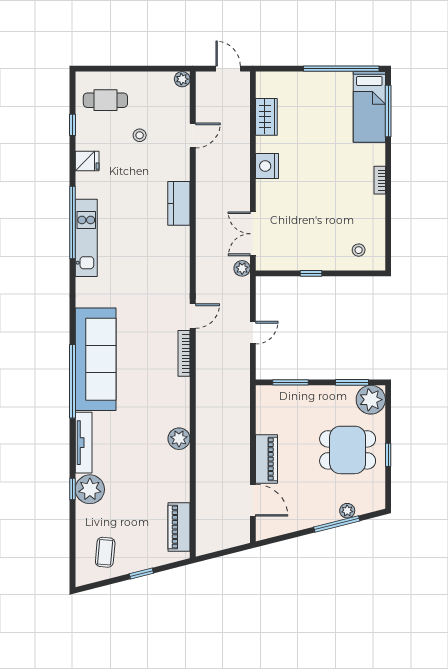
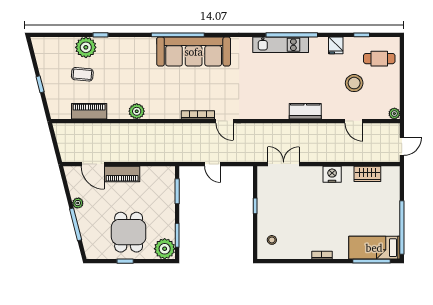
cafe table: (105, 100) -> (379, 59), turned 90
stool: (140, 135) -> (354, 83), width x1.89, depth x1.89
plant: (242, 268) -> (259, 156), removed
tv unit: (84, 443) -> (134, 43), removed
plant: (90, 489) -> (86, 47), moved
door: (253, 500) -> (93, 164), hinge flipped
plant: (347, 511) -> (78, 203), moved
piano: (179, 527) -> (89, 111), moved
coffee table: (105, 552) -> (82, 74), moved

